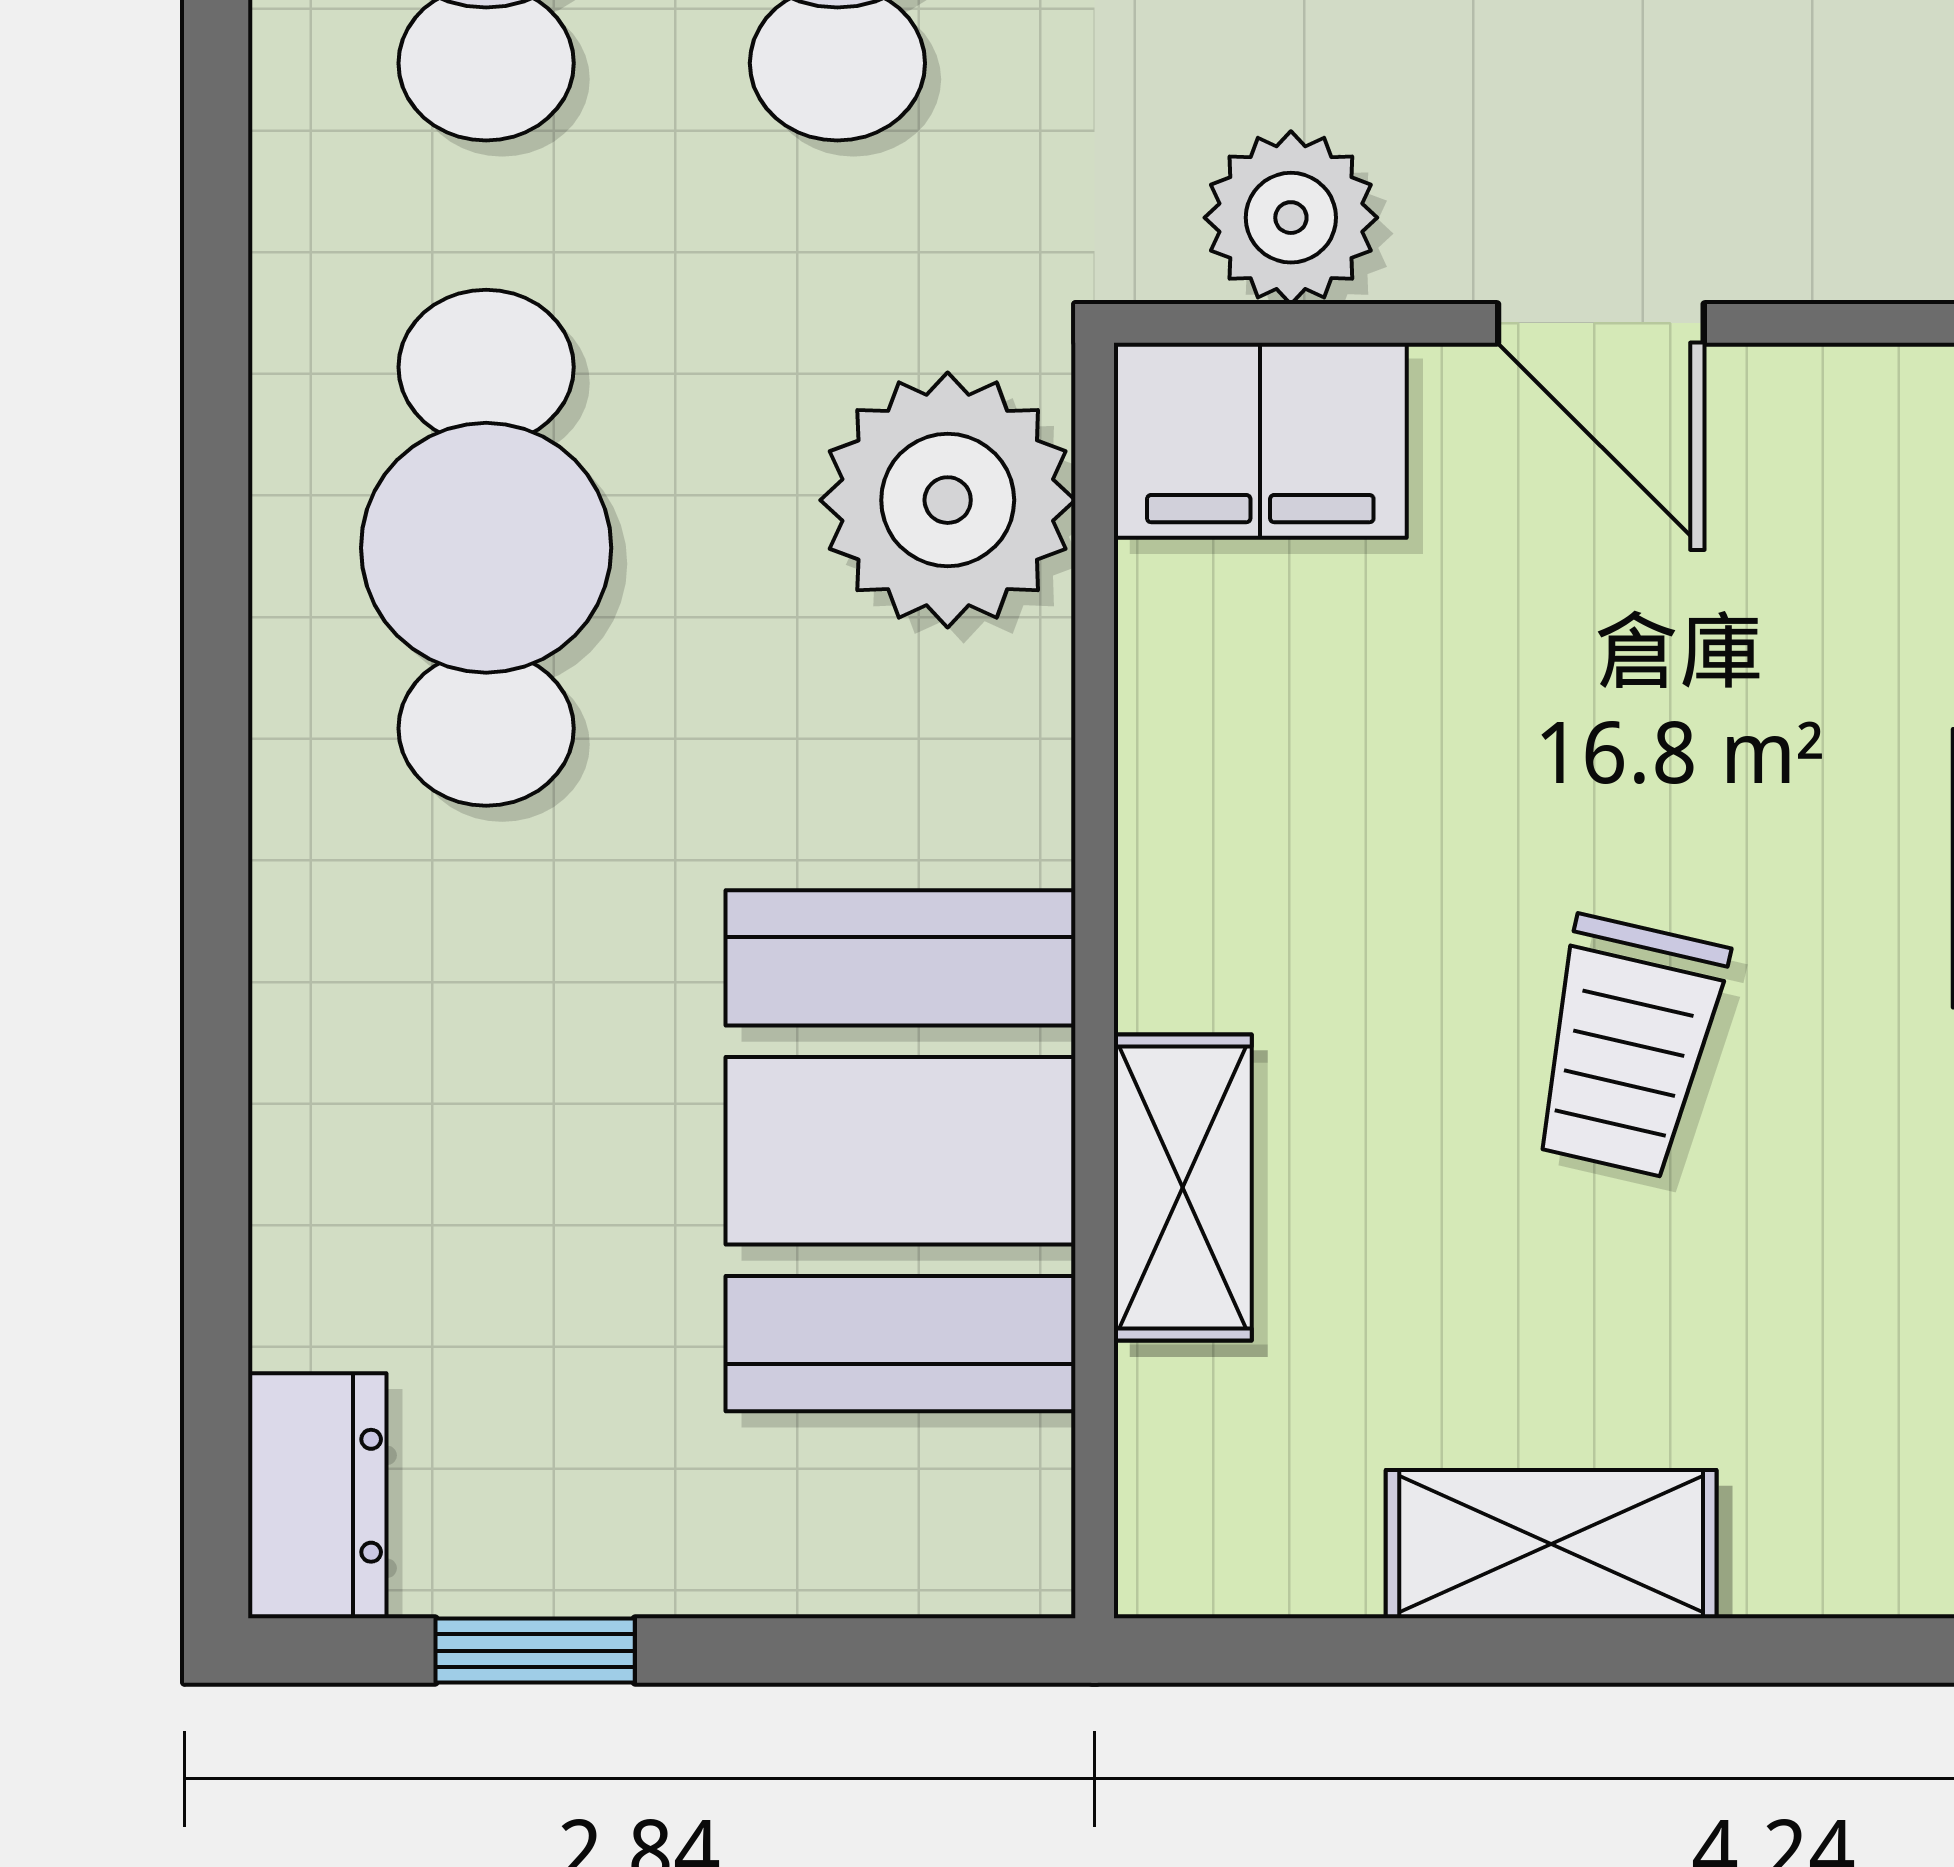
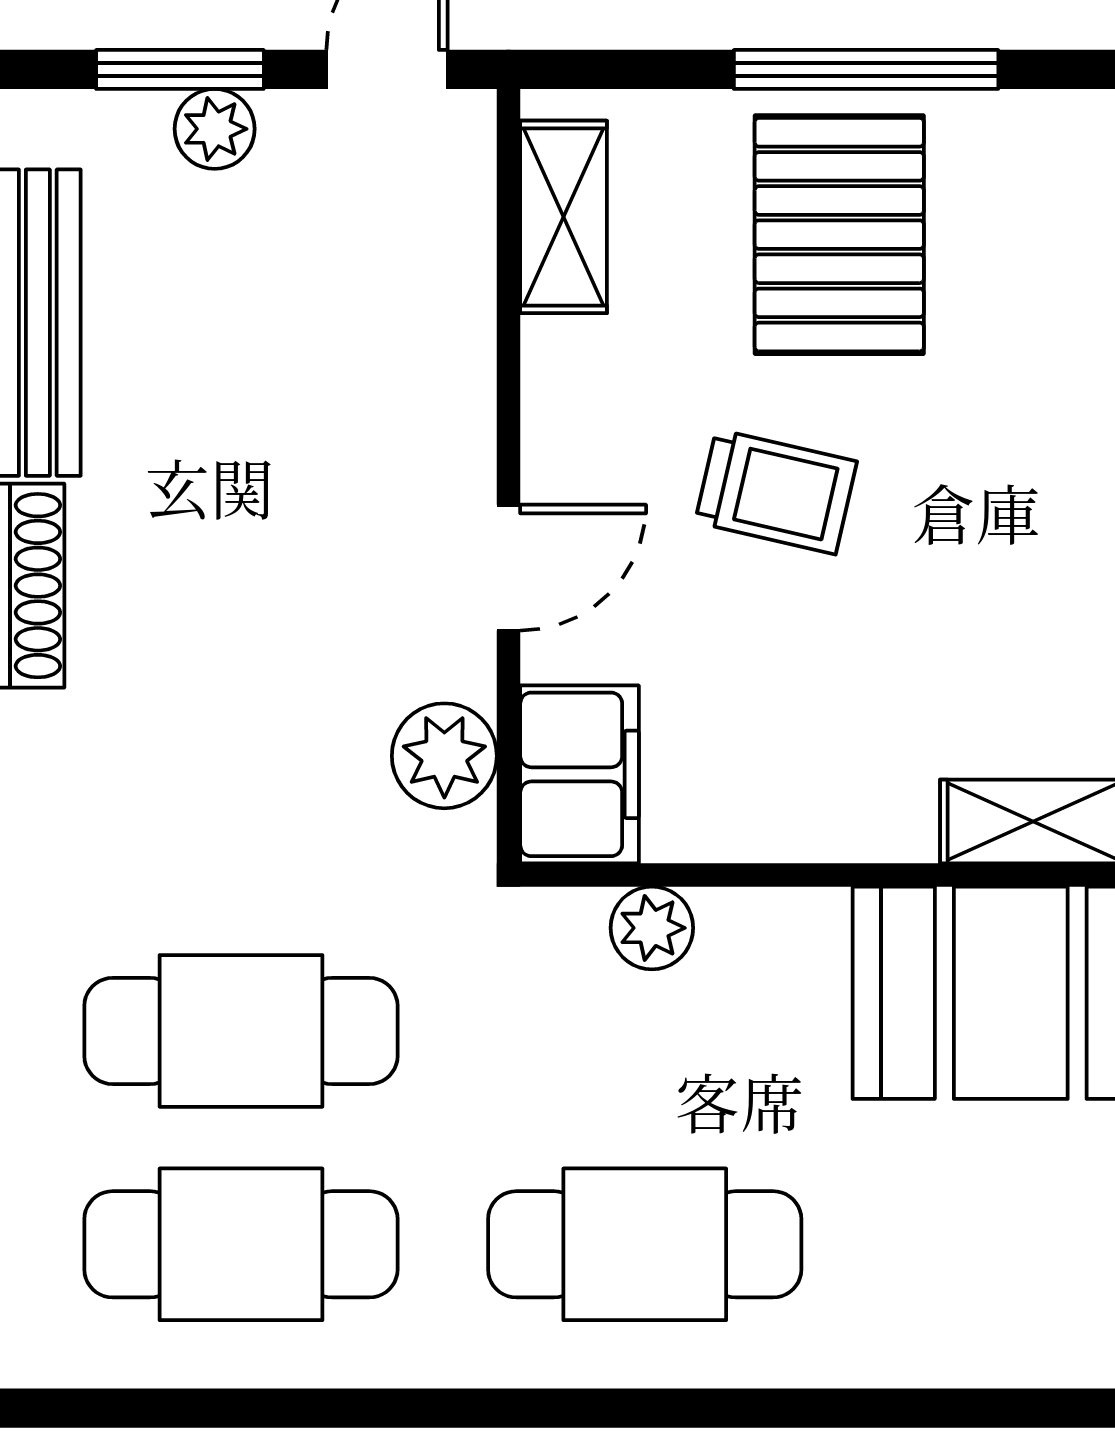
plant: (948, 500) -> (652, 928), width x0.53, depth x0.53
trolley: (1628, 1047) -> (776, 492), moved

